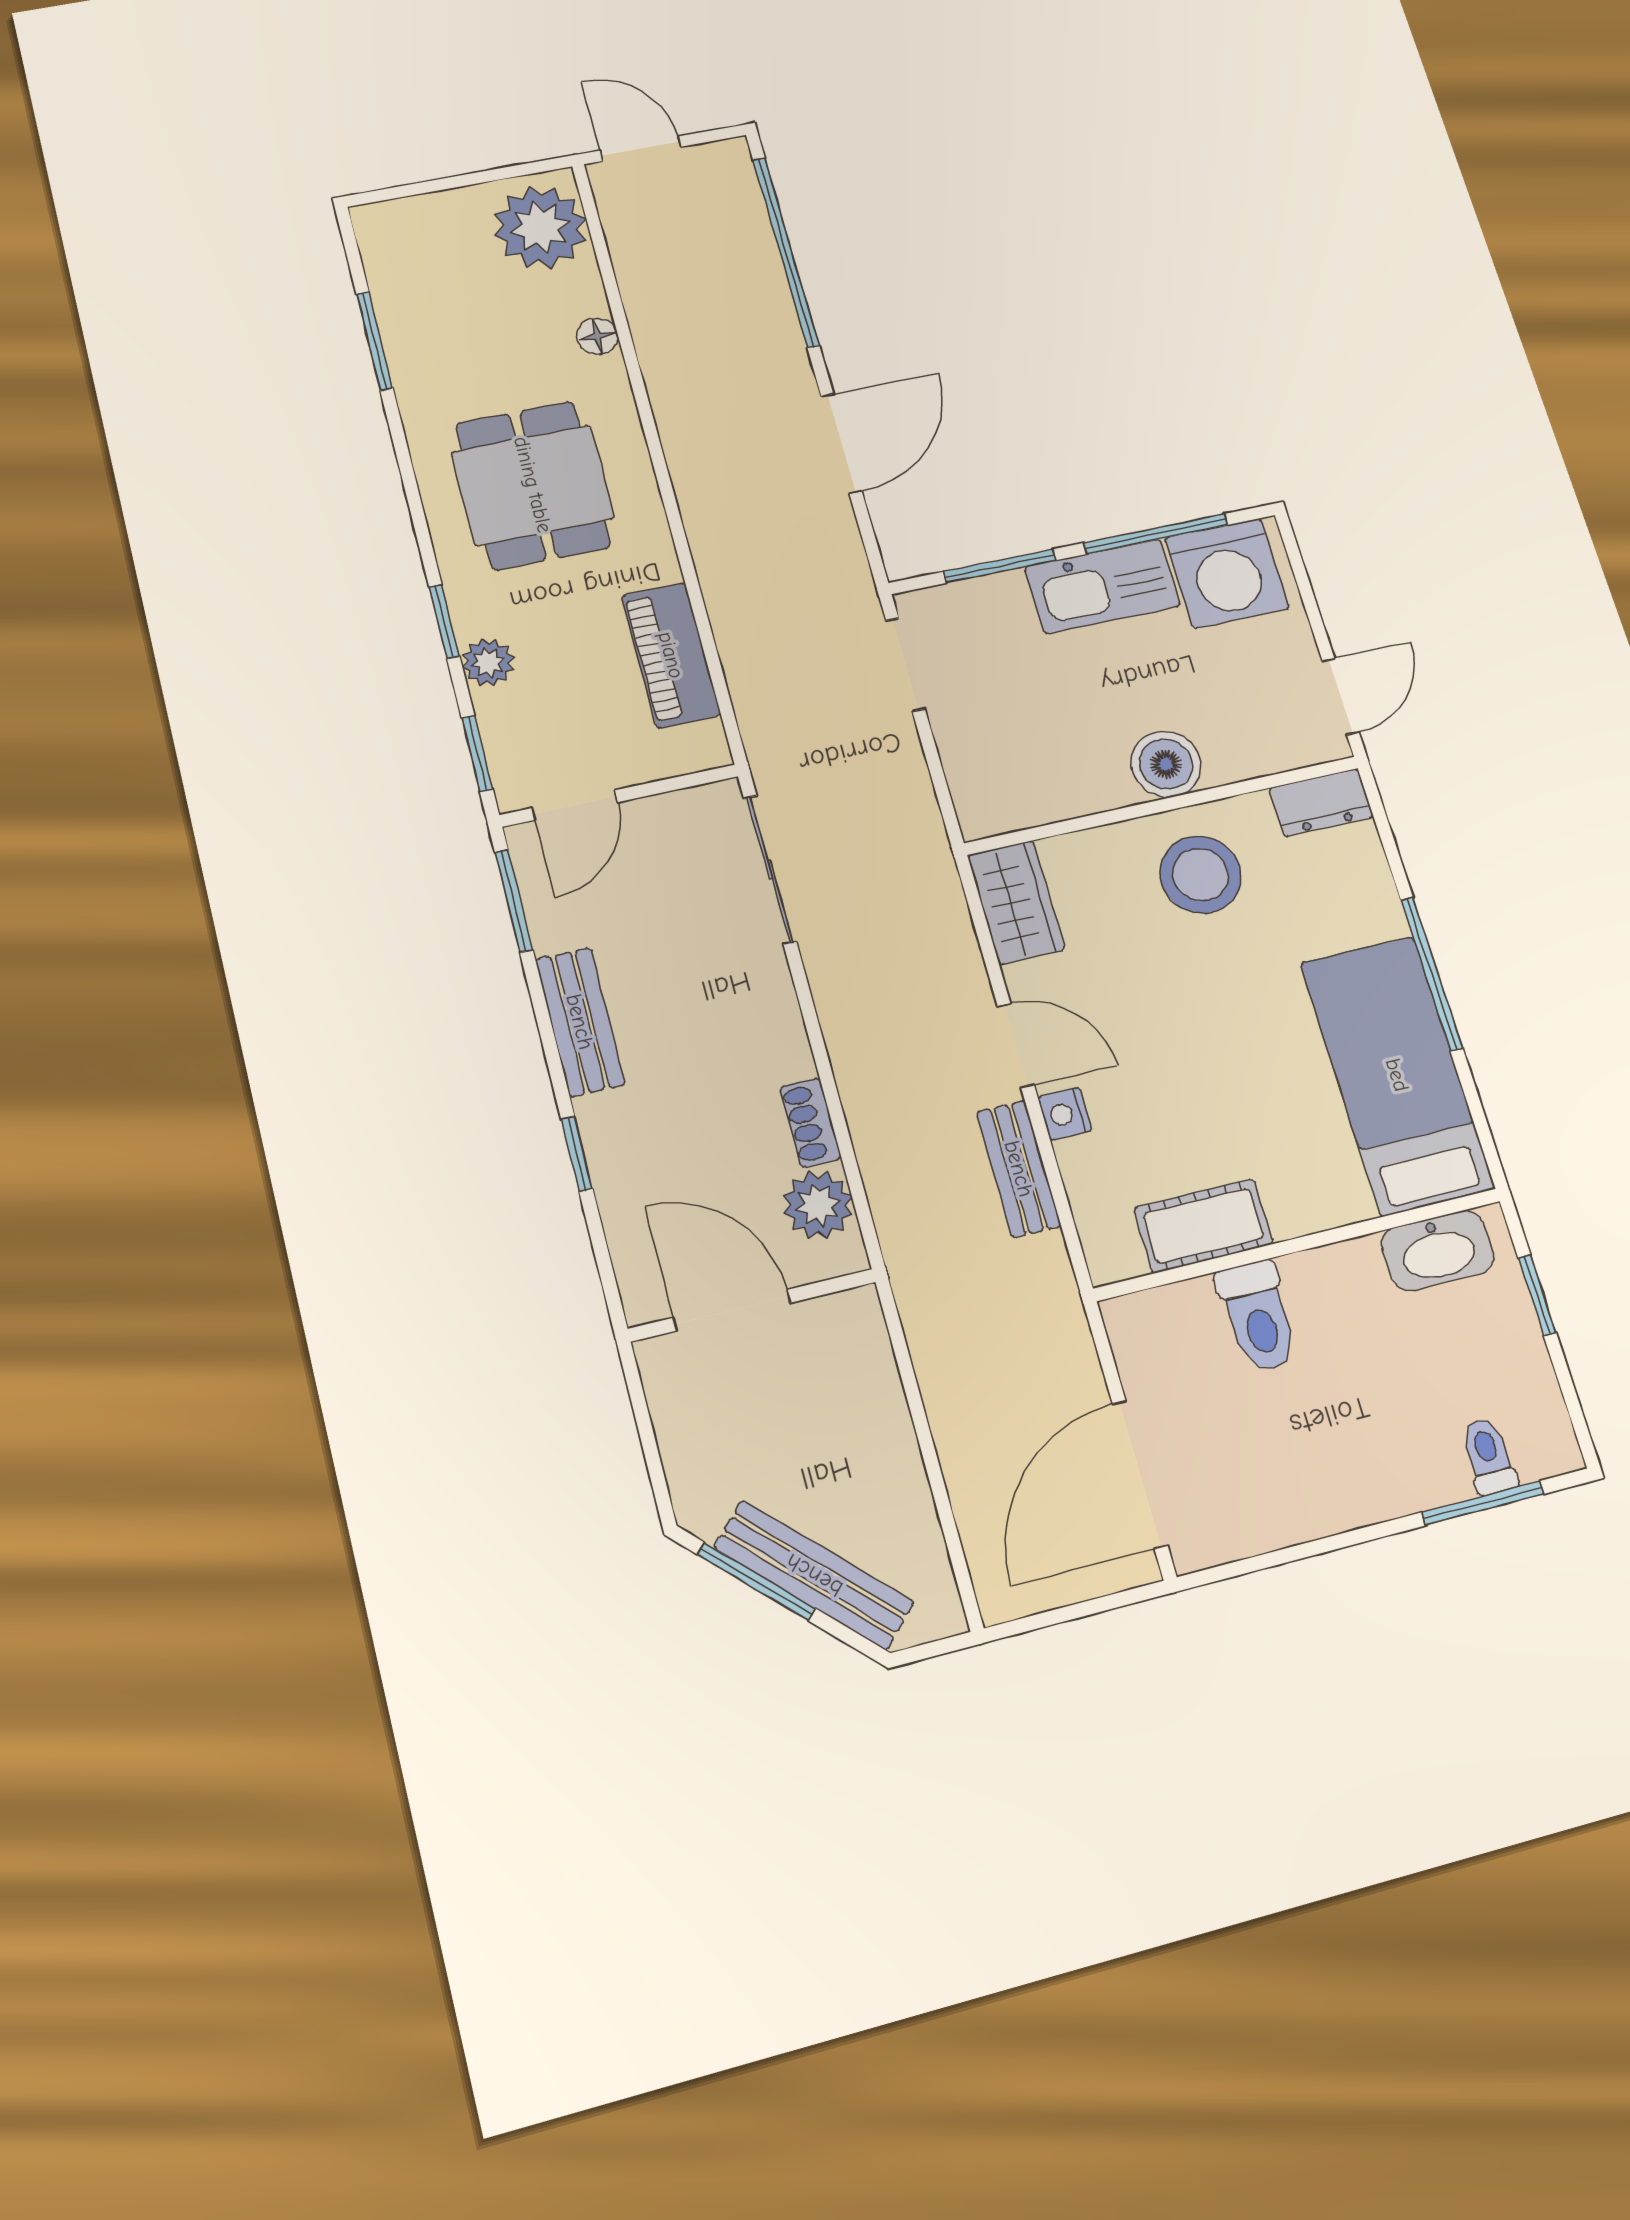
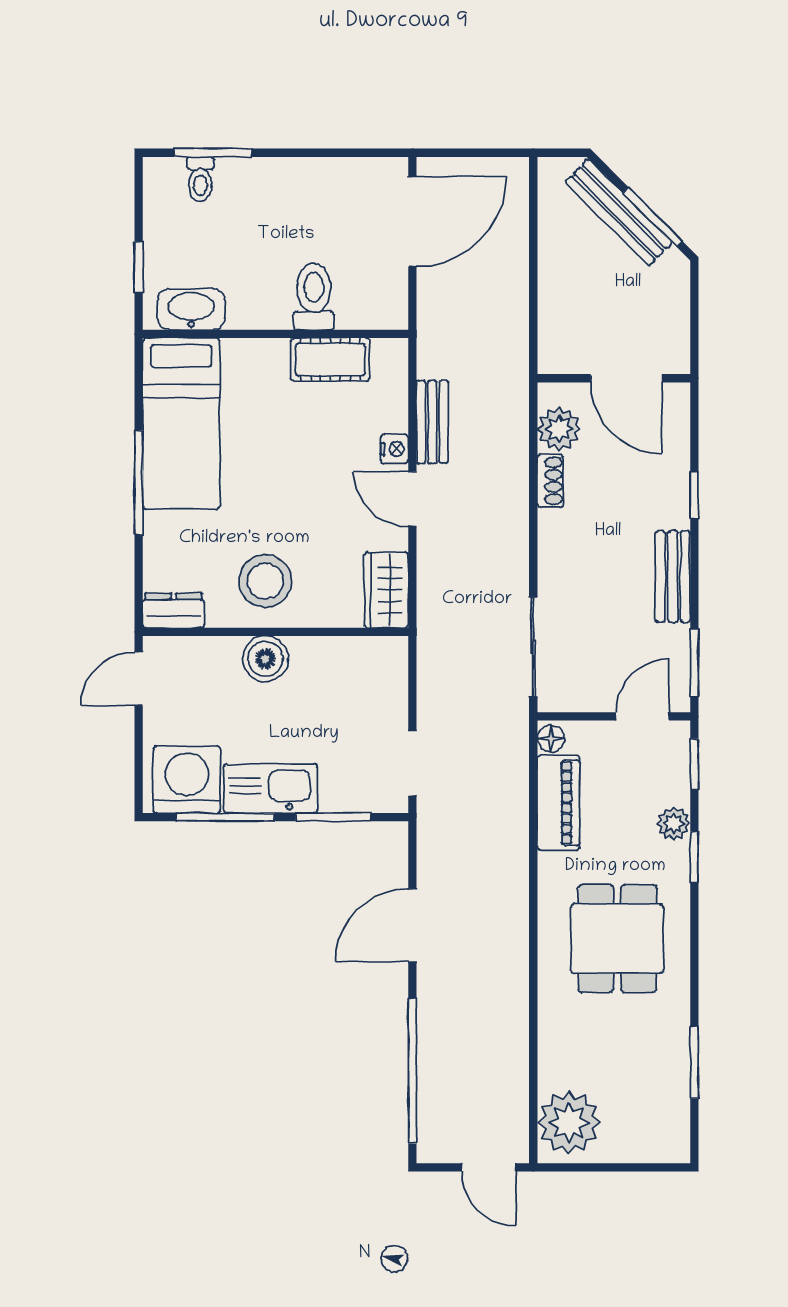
floor lamp: (597, 336) -> (551, 739), moved

